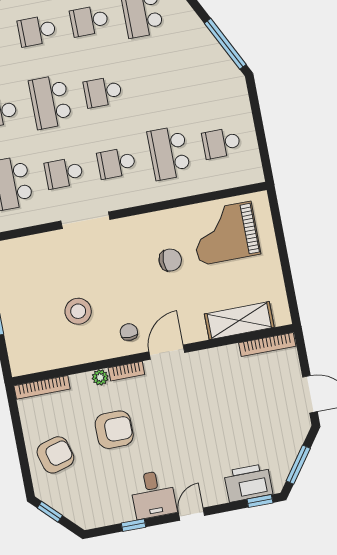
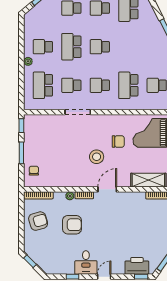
stool: (78, 311) -> (97, 157), moved
chair: (129, 332) -> (34, 171), moved
armchair: (55, 455) -> (38, 221), moved

